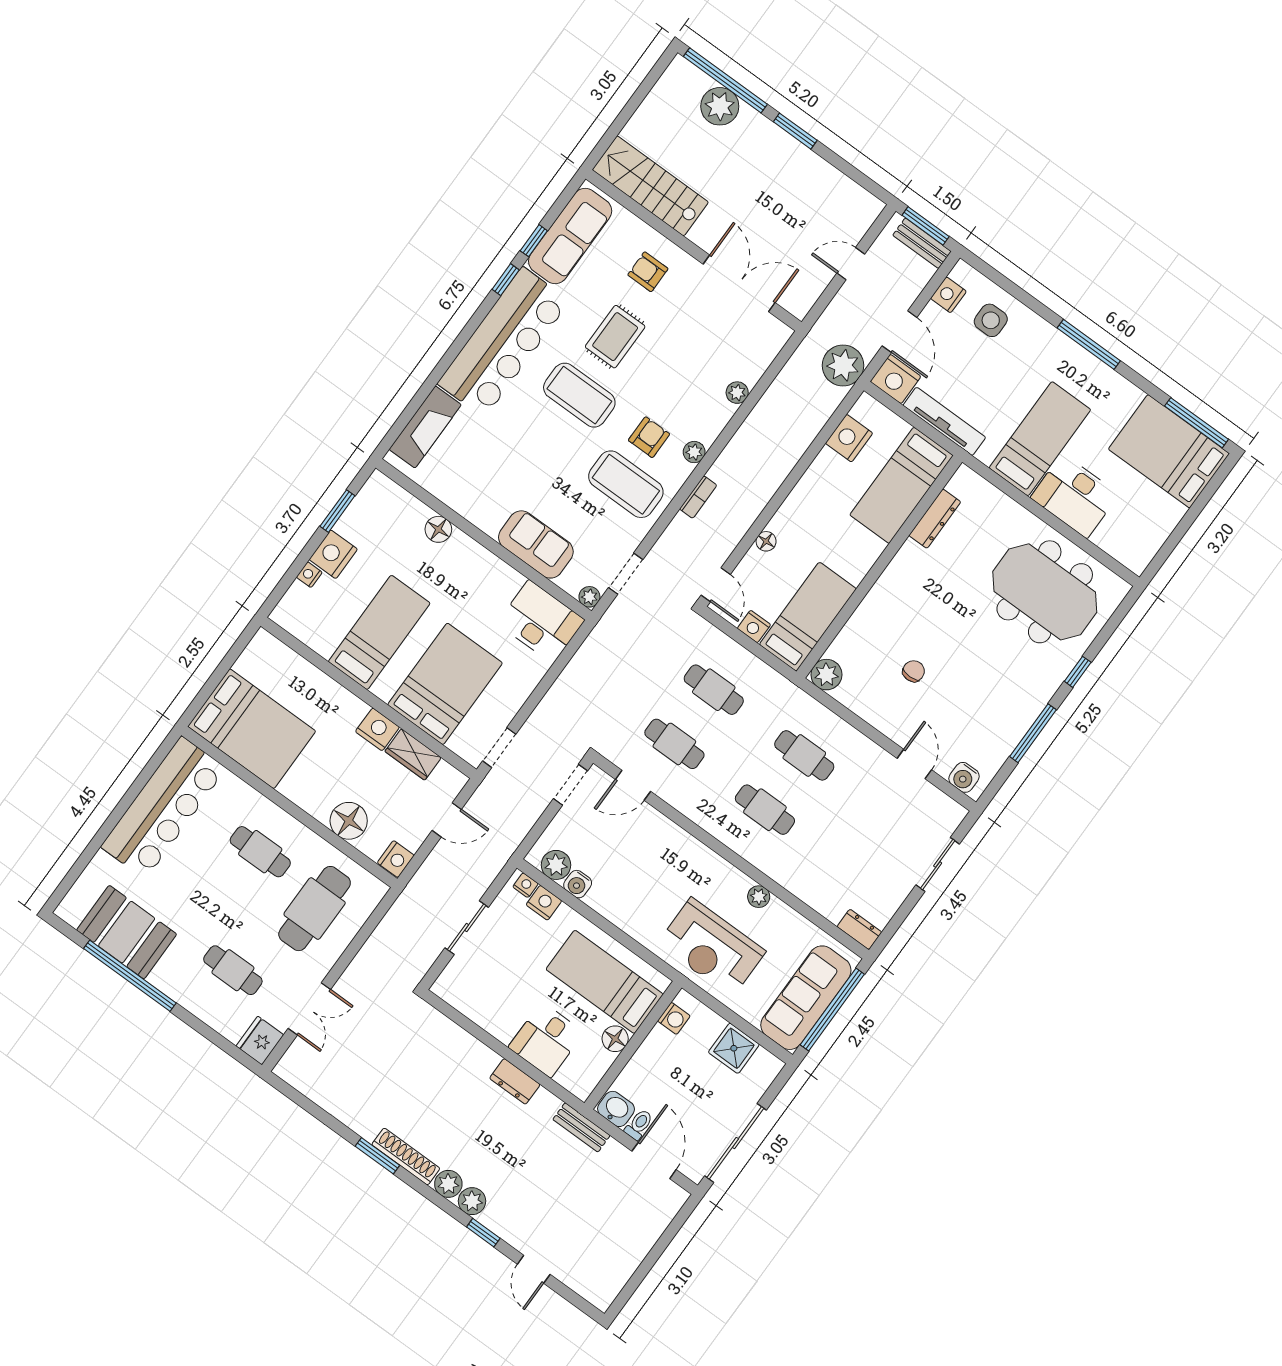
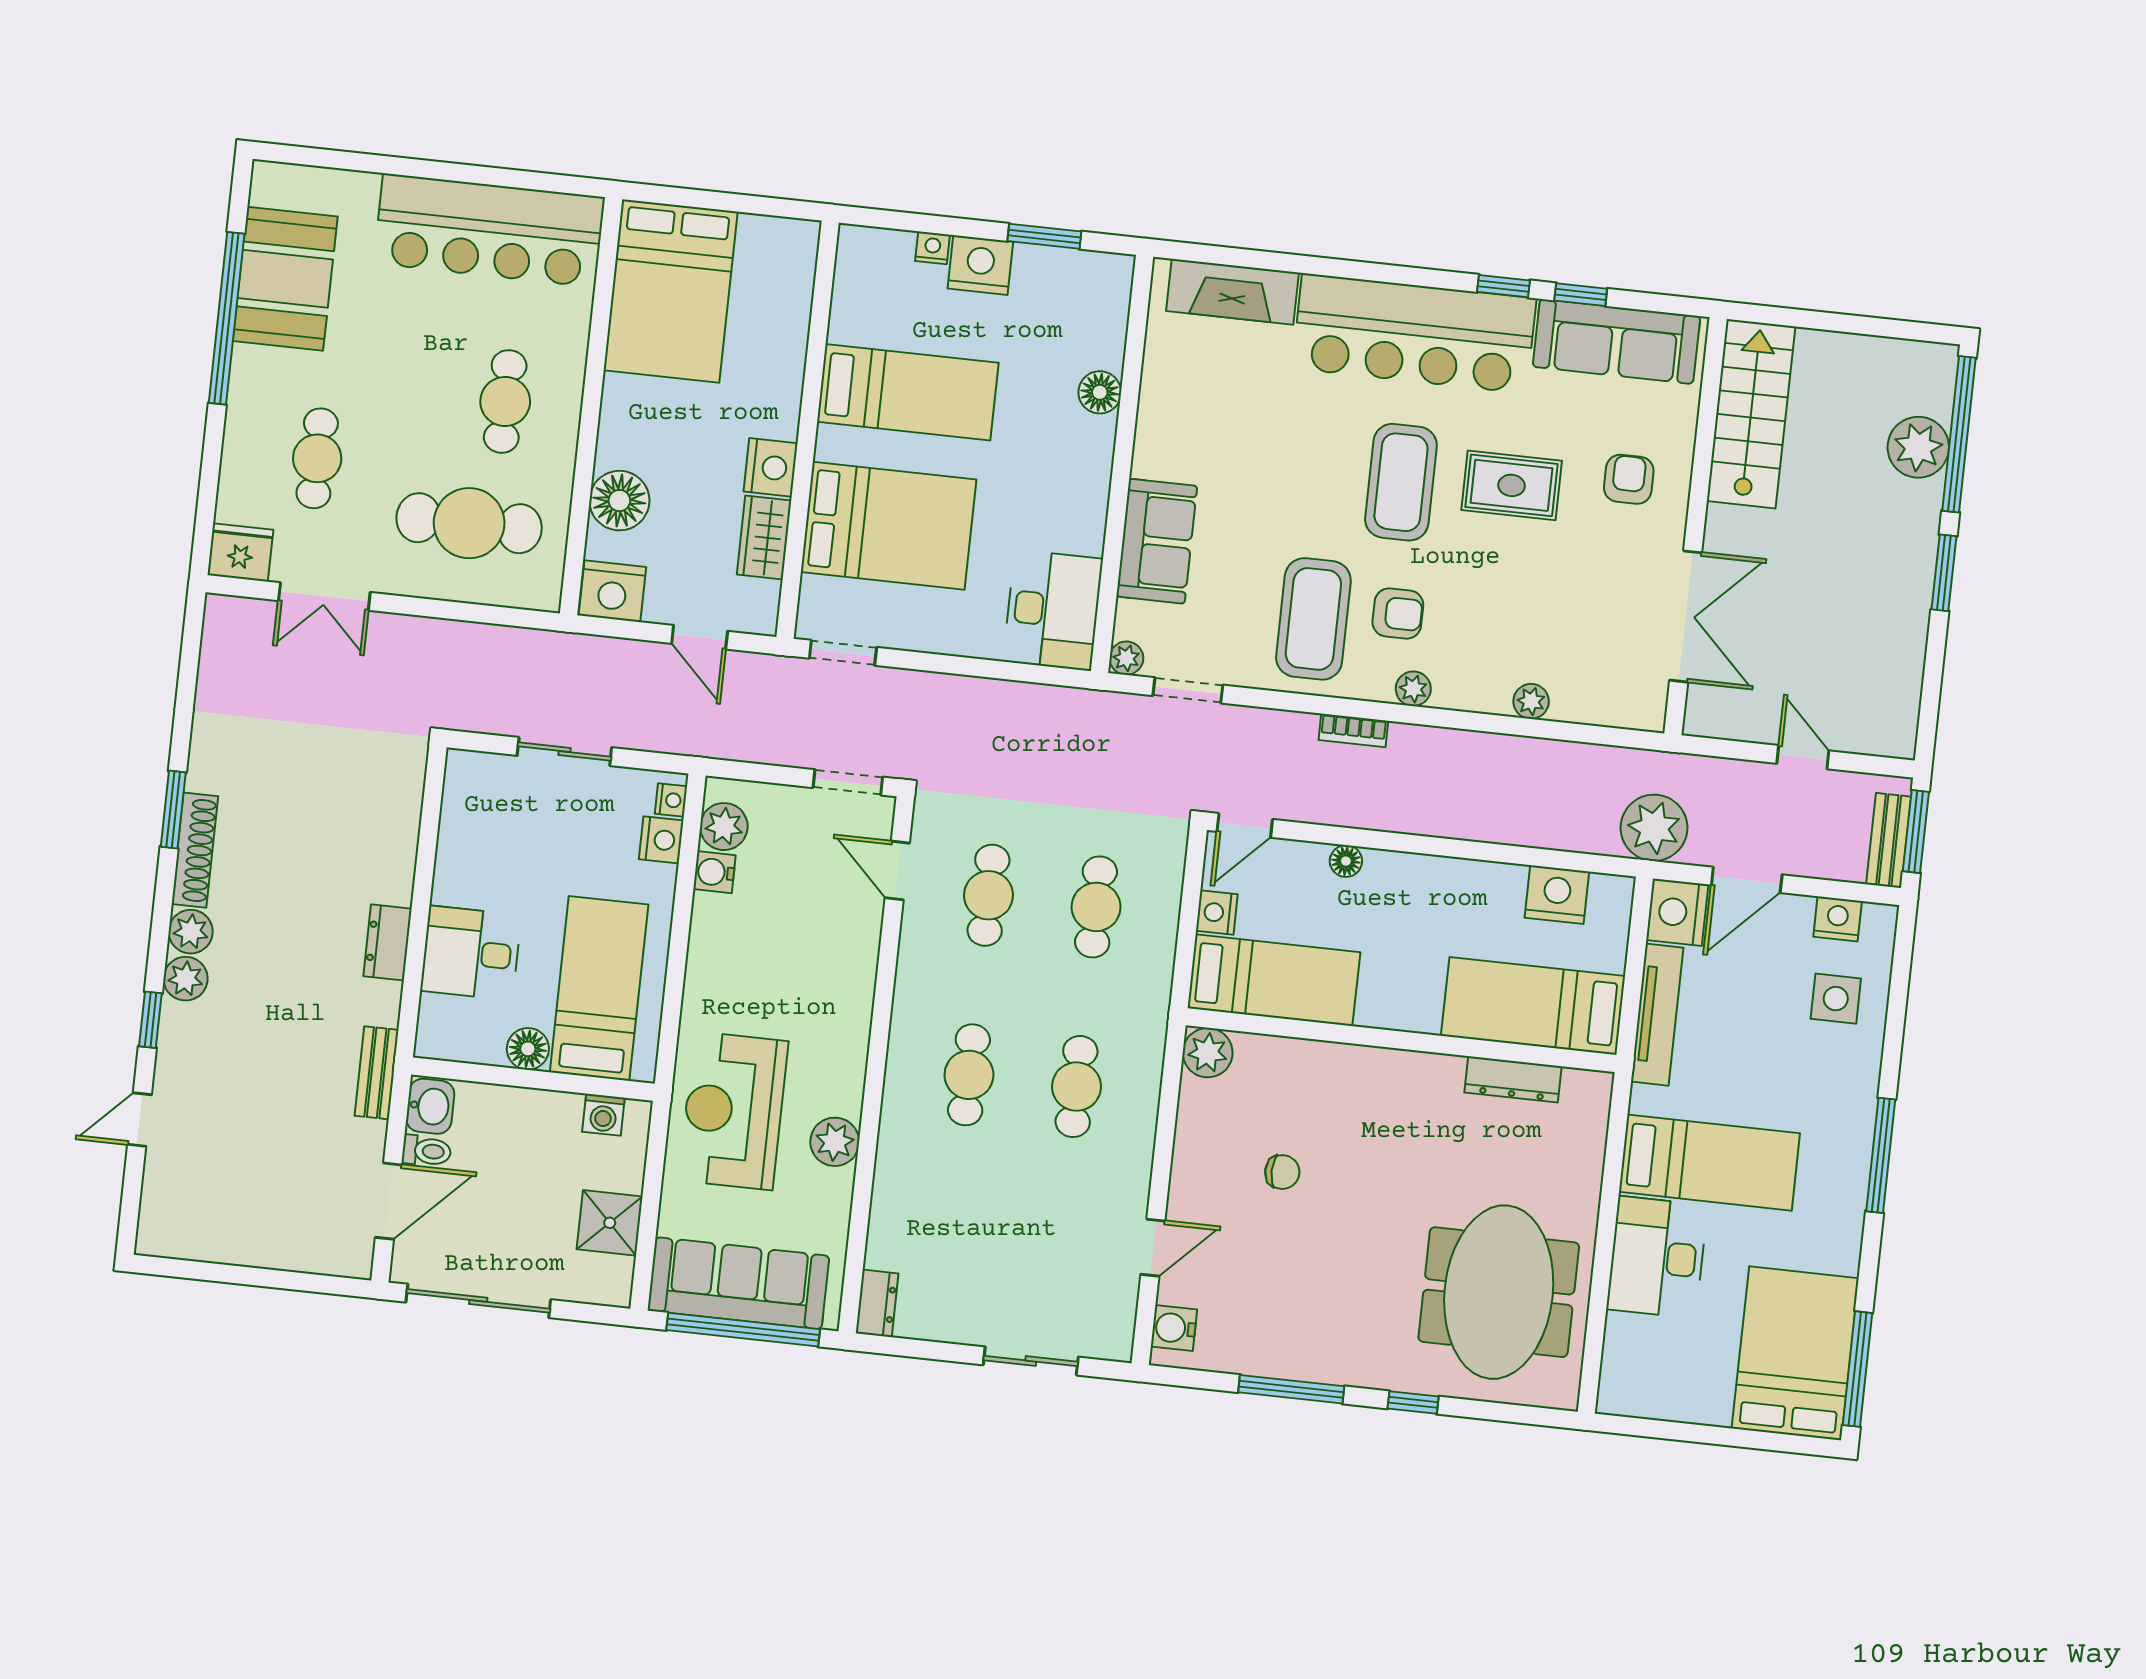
nightstand: (396, 859) -> (612, 591), width x1.36, depth x1.33
plant: (759, 897) -> (835, 1142), width x1.38, depth x1.38

